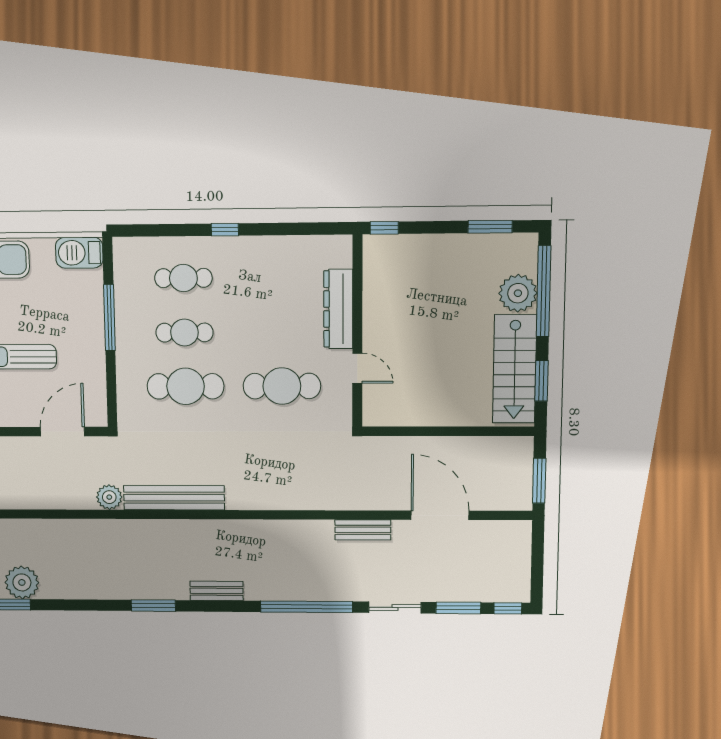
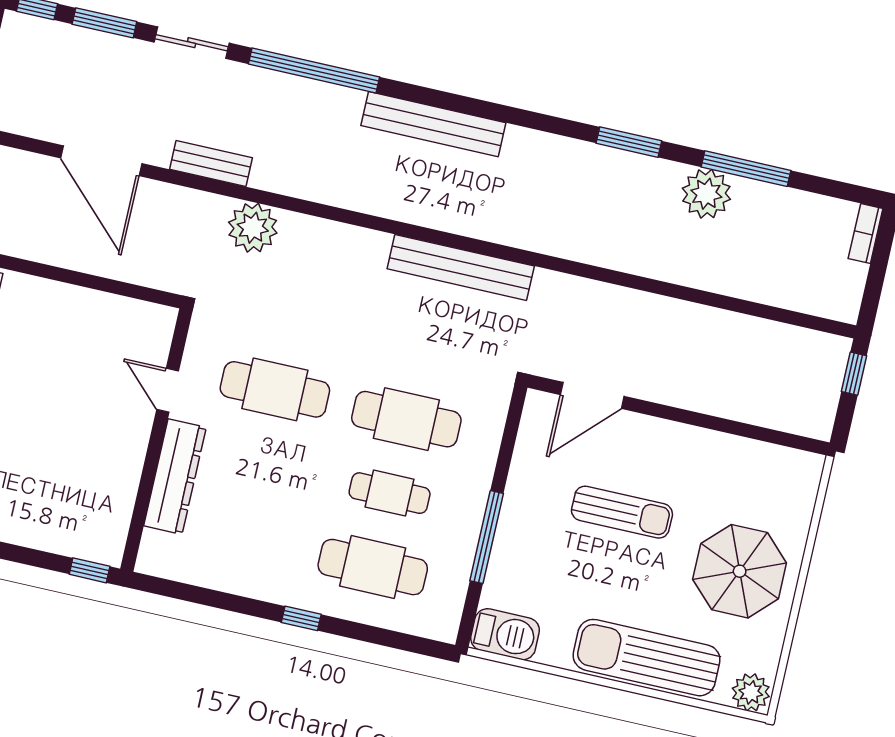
cafe table: (183, 278) -> (373, 567), width x1.37, depth x1.35
plant: (109, 497) -> (253, 228), moved, width x1.36, depth x1.36
bench: (217, 591) -> (433, 124), width x1.86, depth x1.21
window: (153, 606) -> (629, 142), moved

